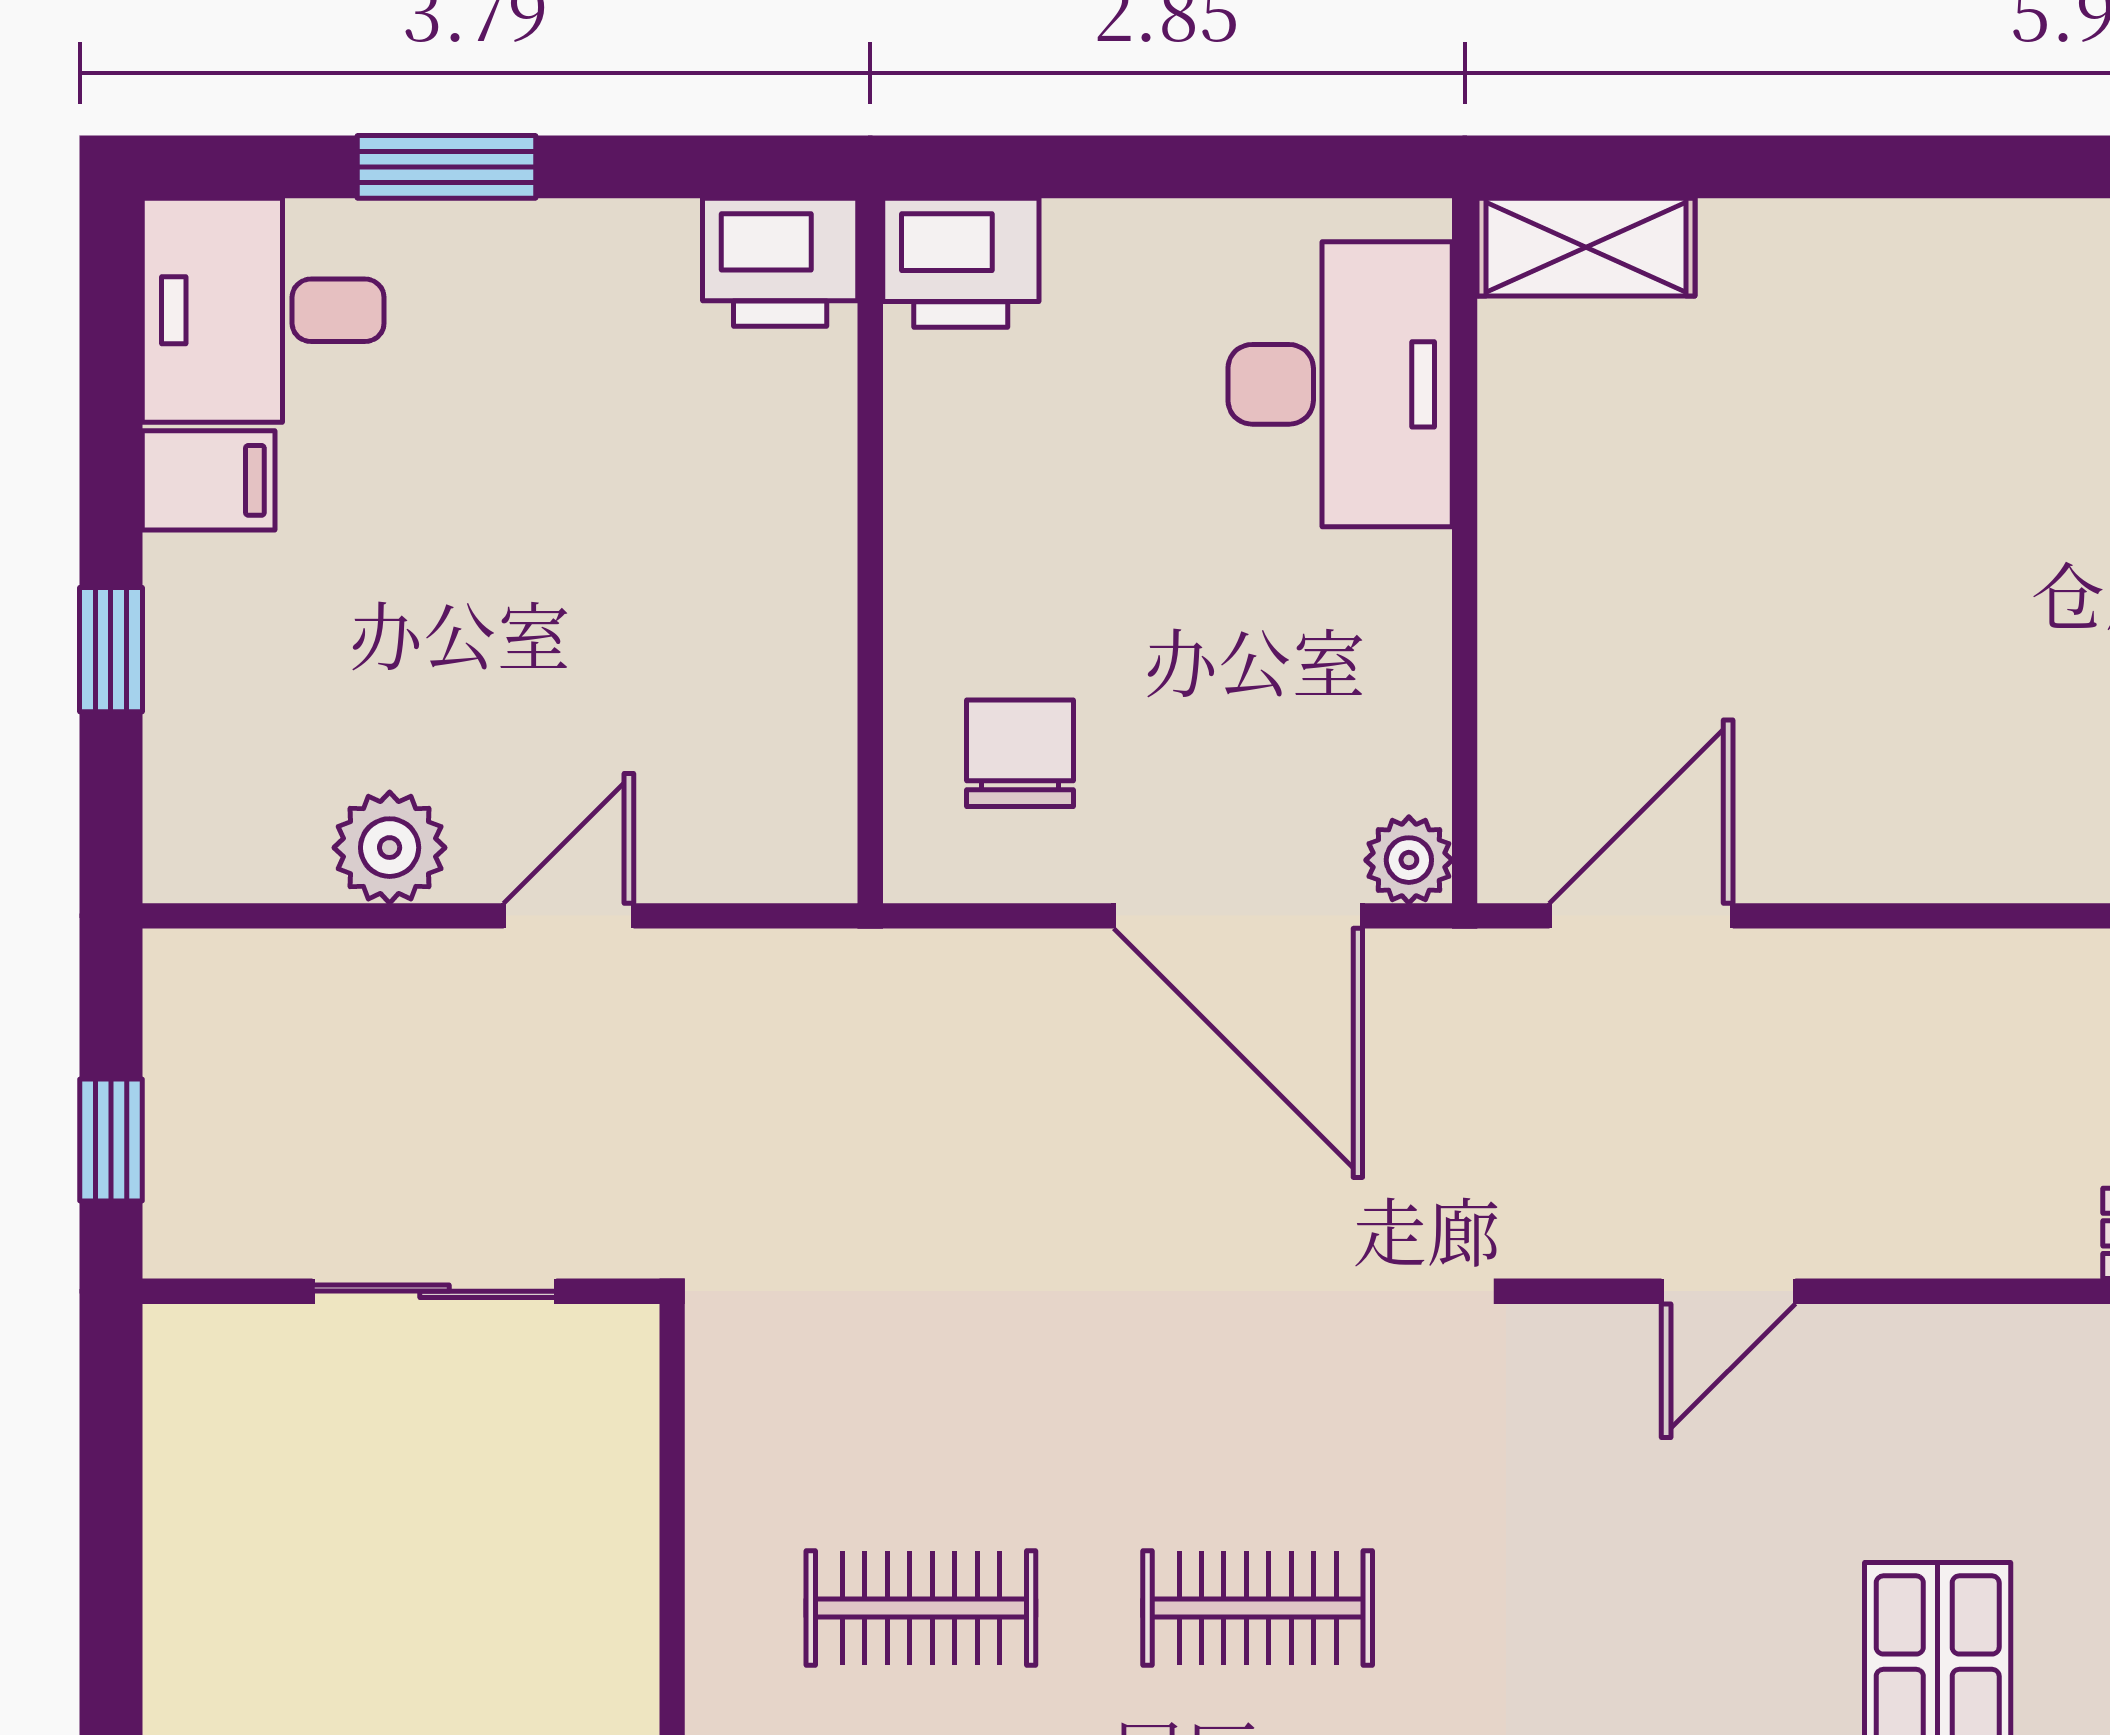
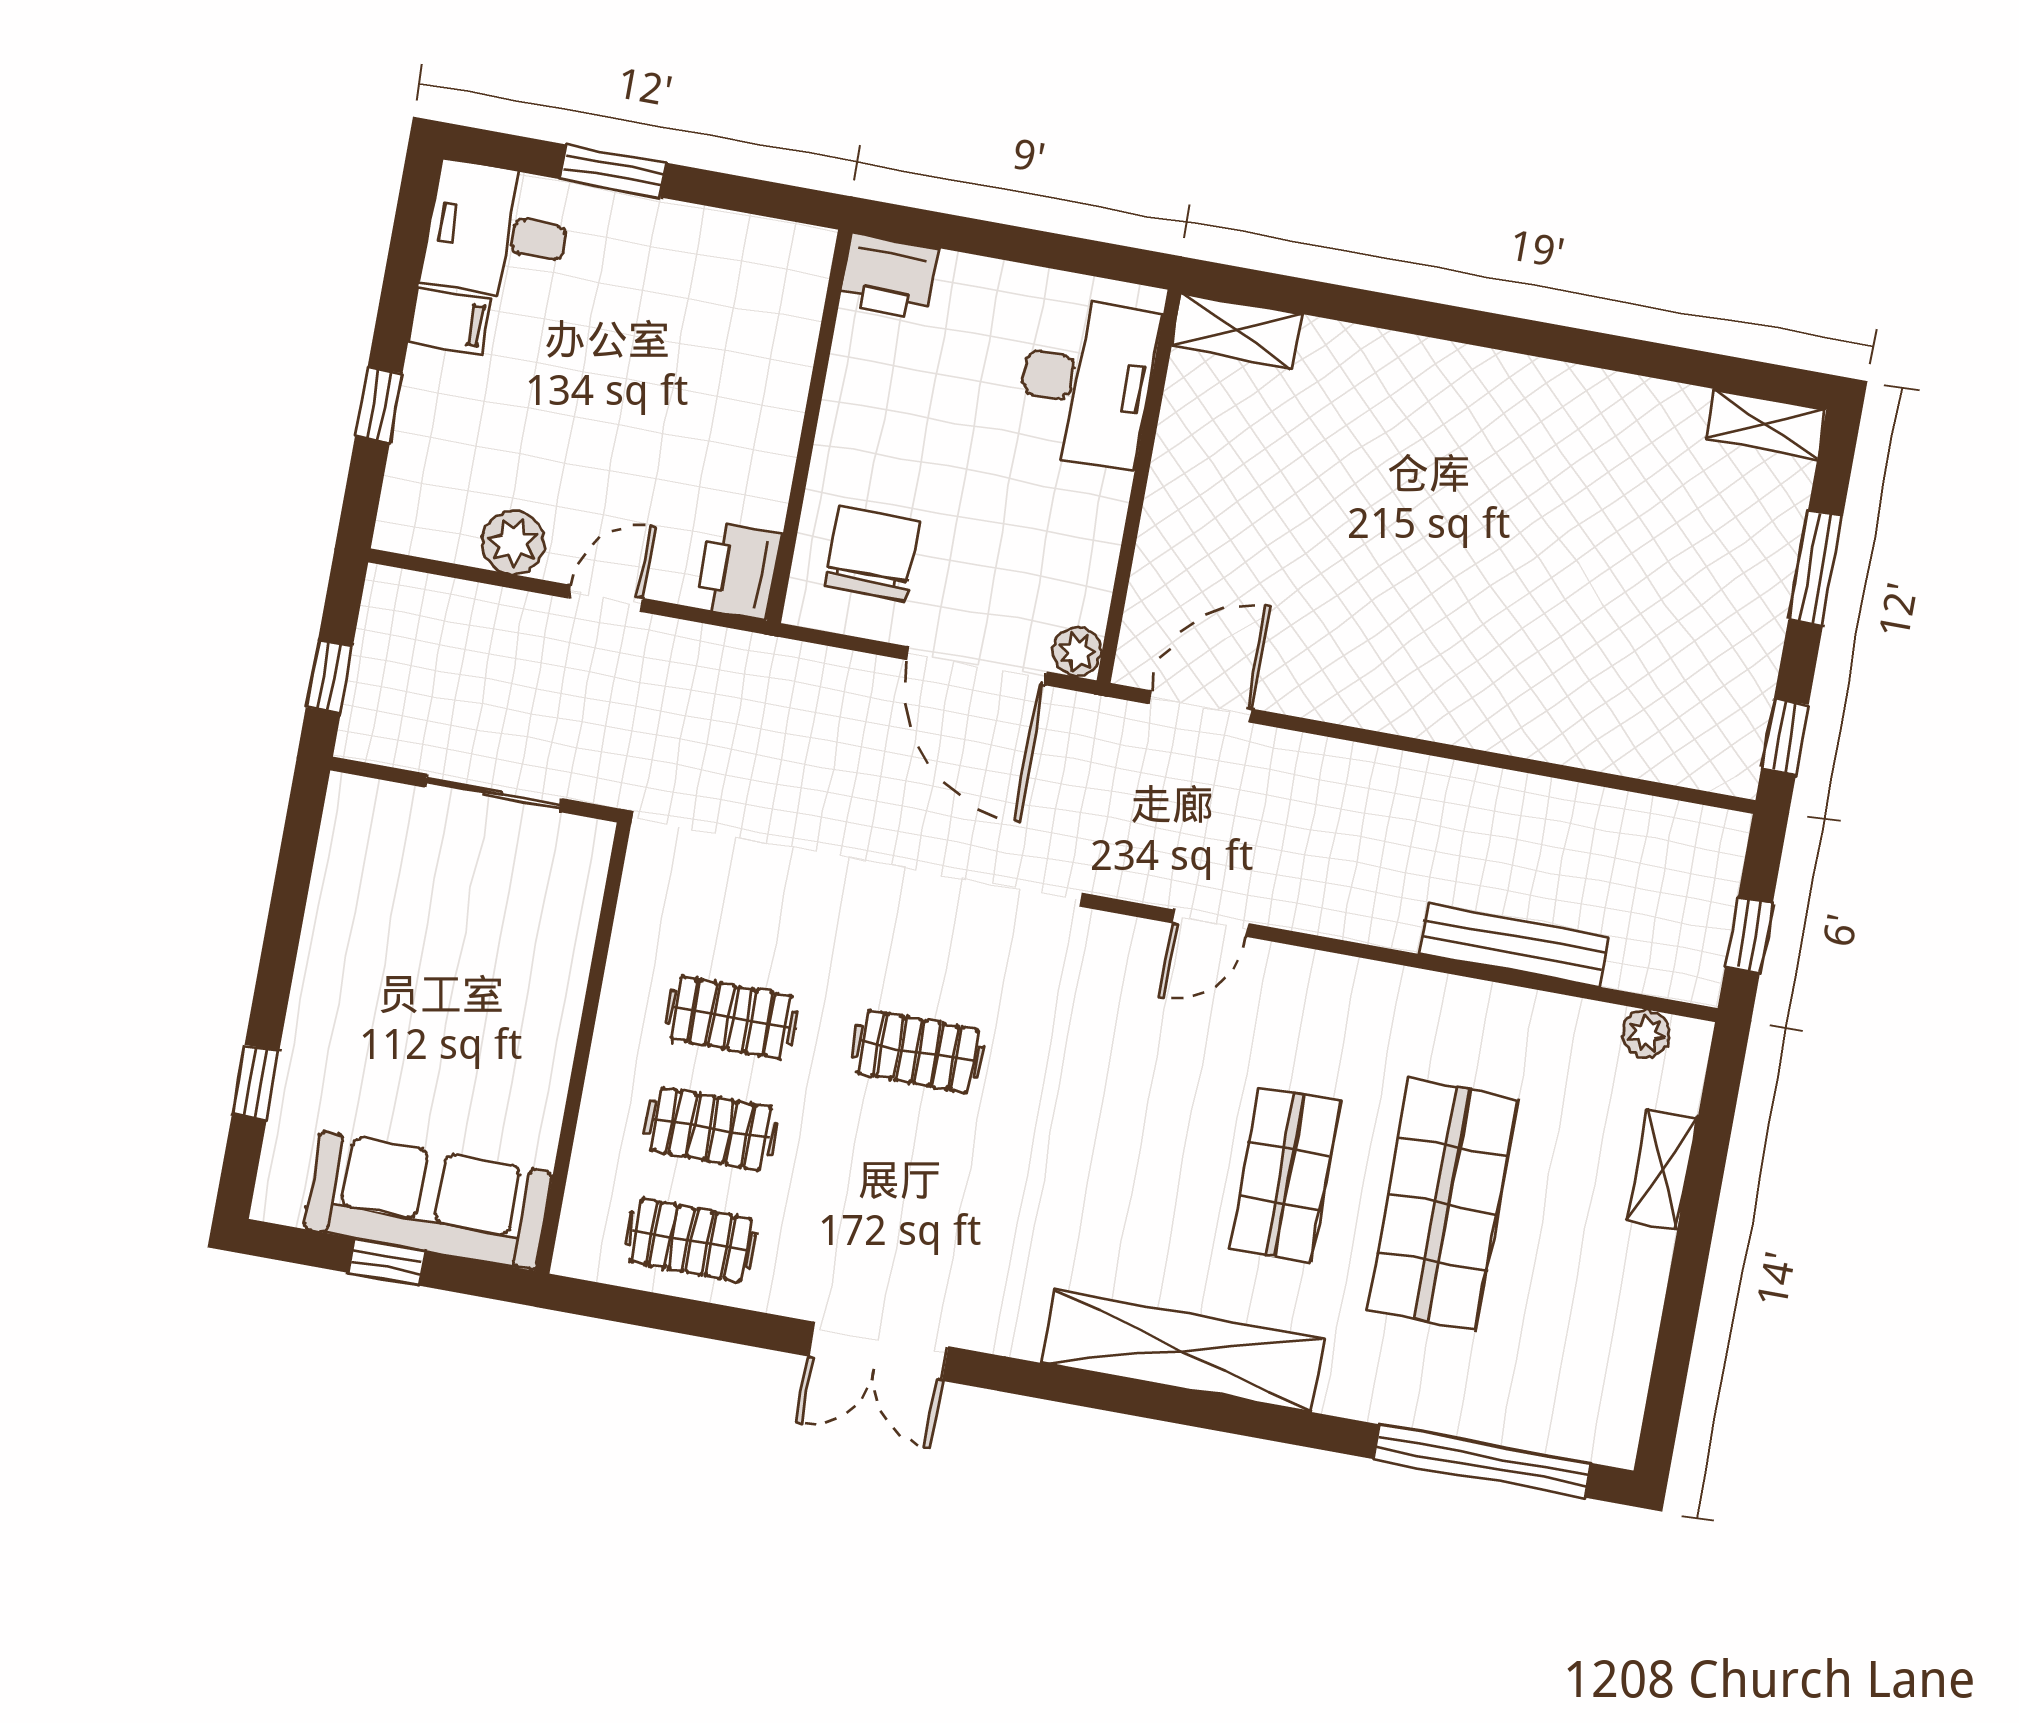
printer: (780, 262) -> (739, 571), moved, turned 90
chair: (1020, 753) -> (872, 554), width x1.37, depth x1.37

